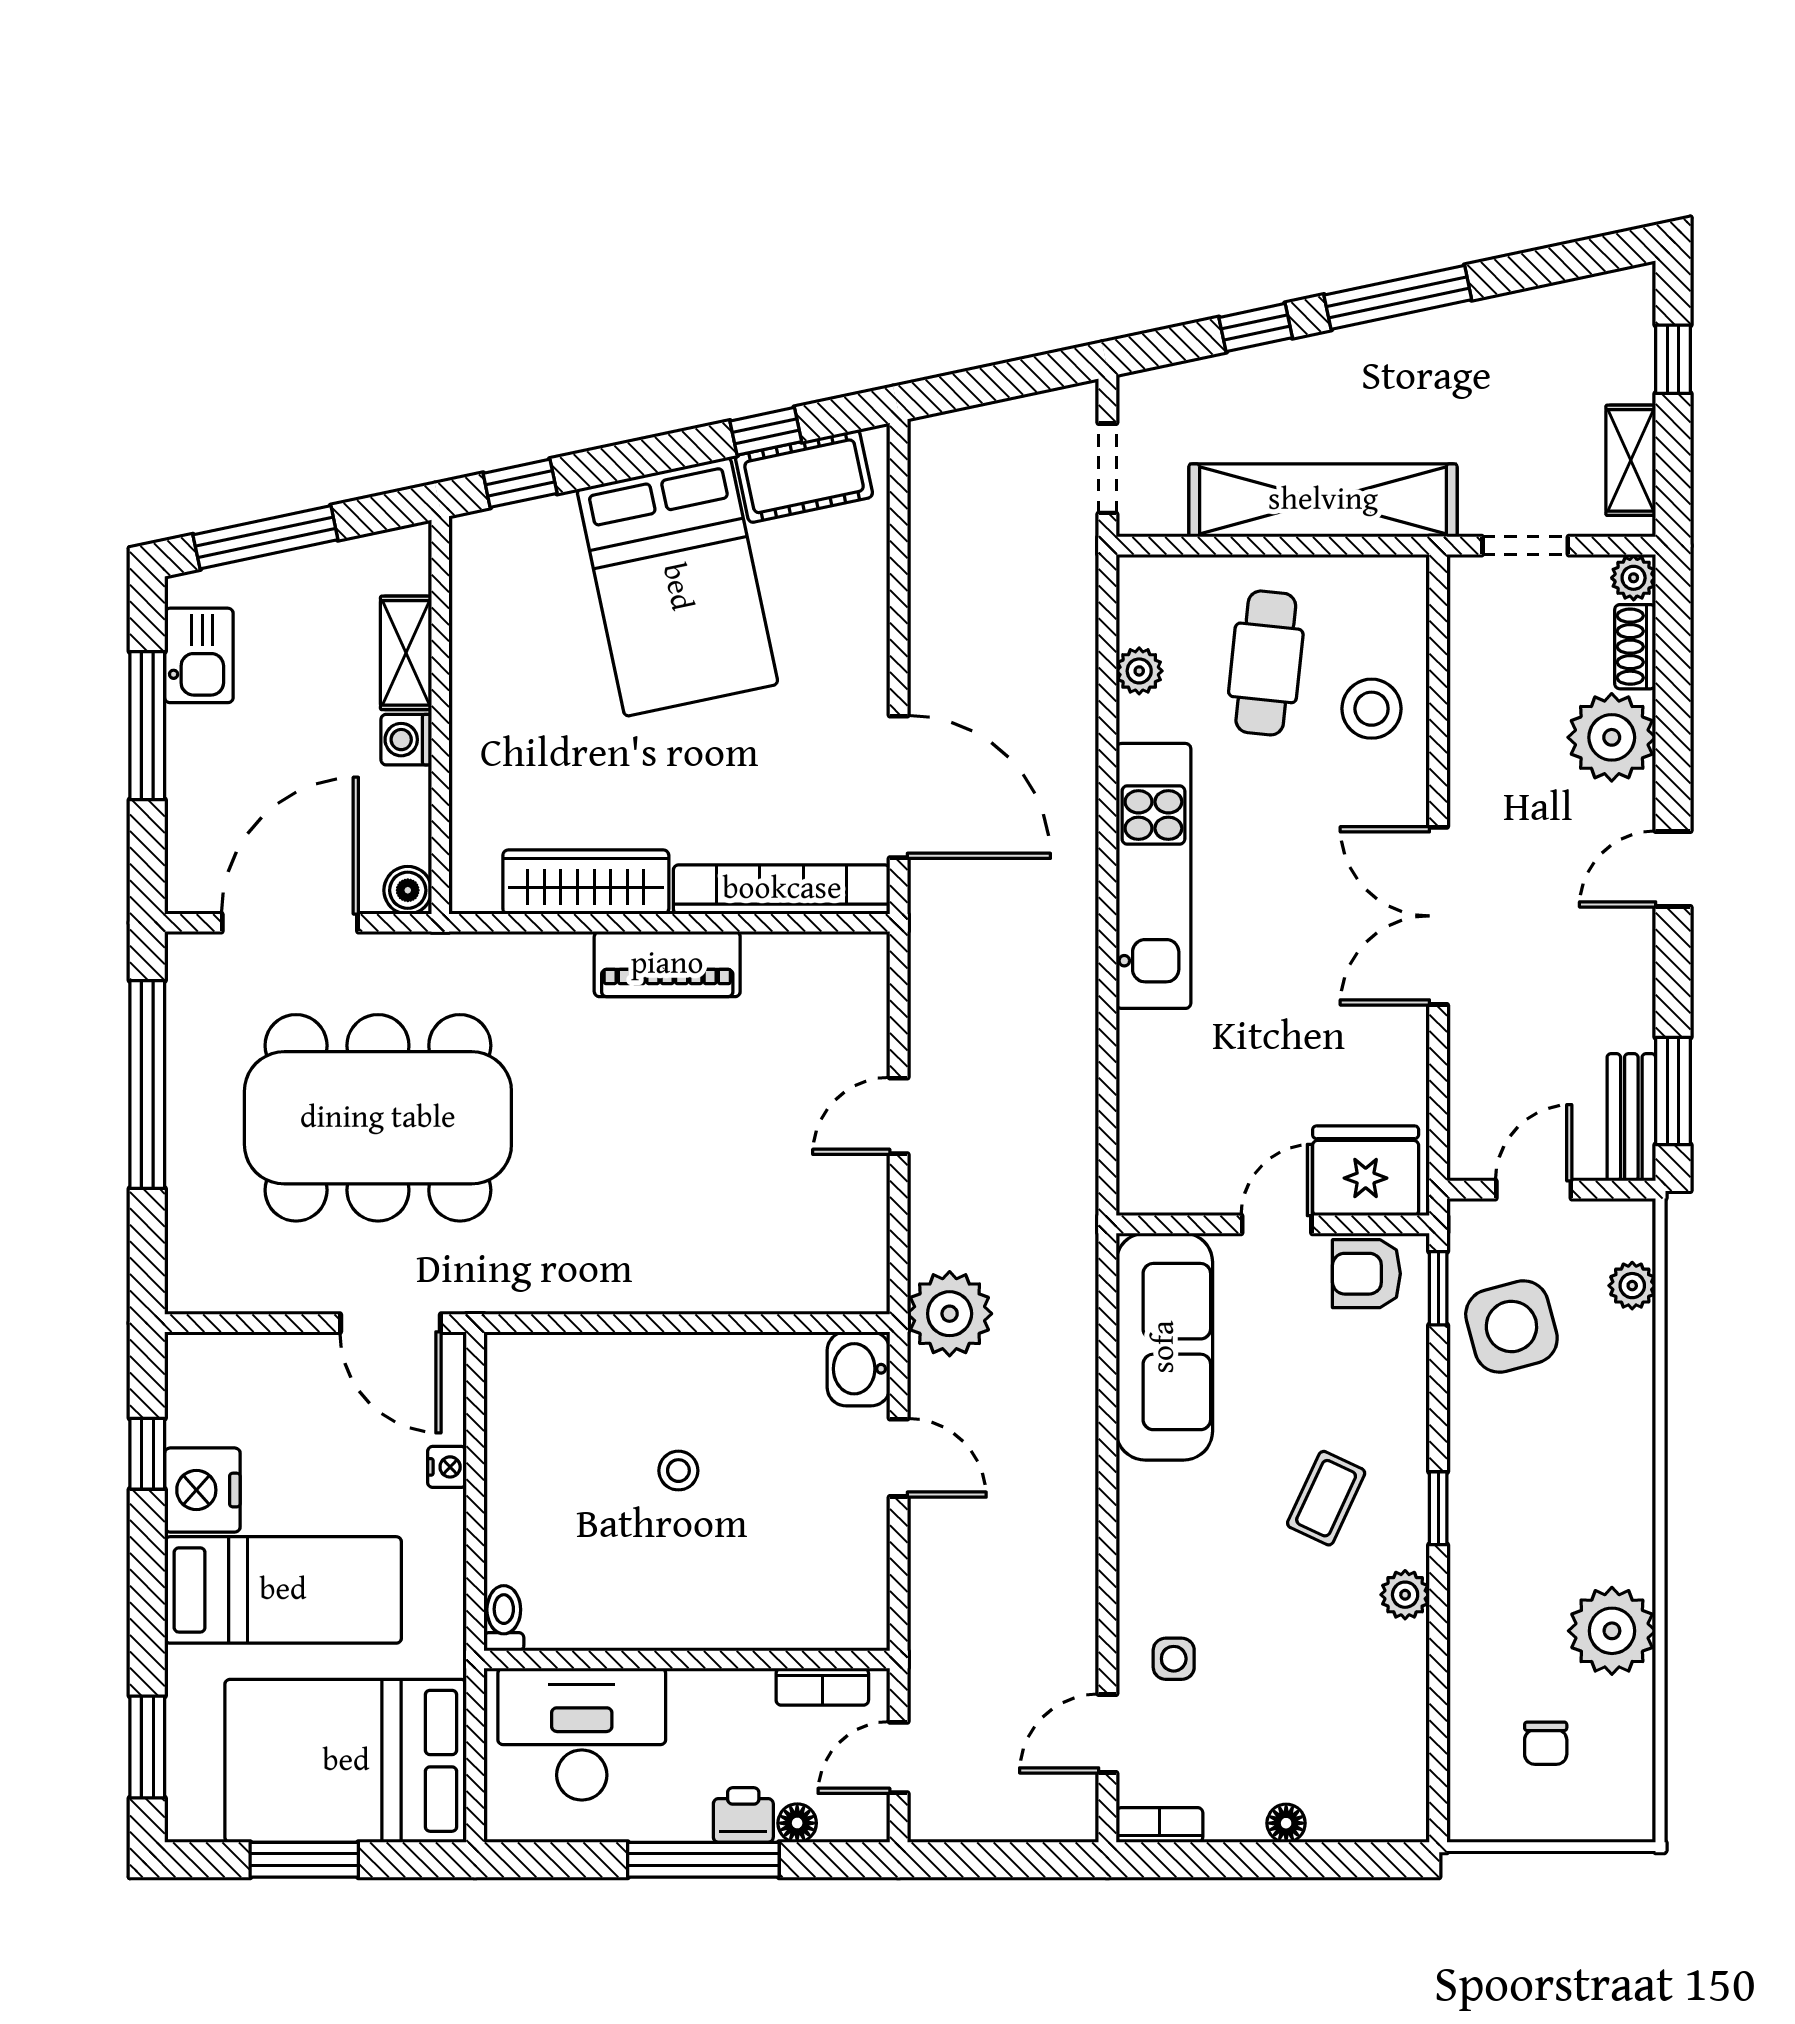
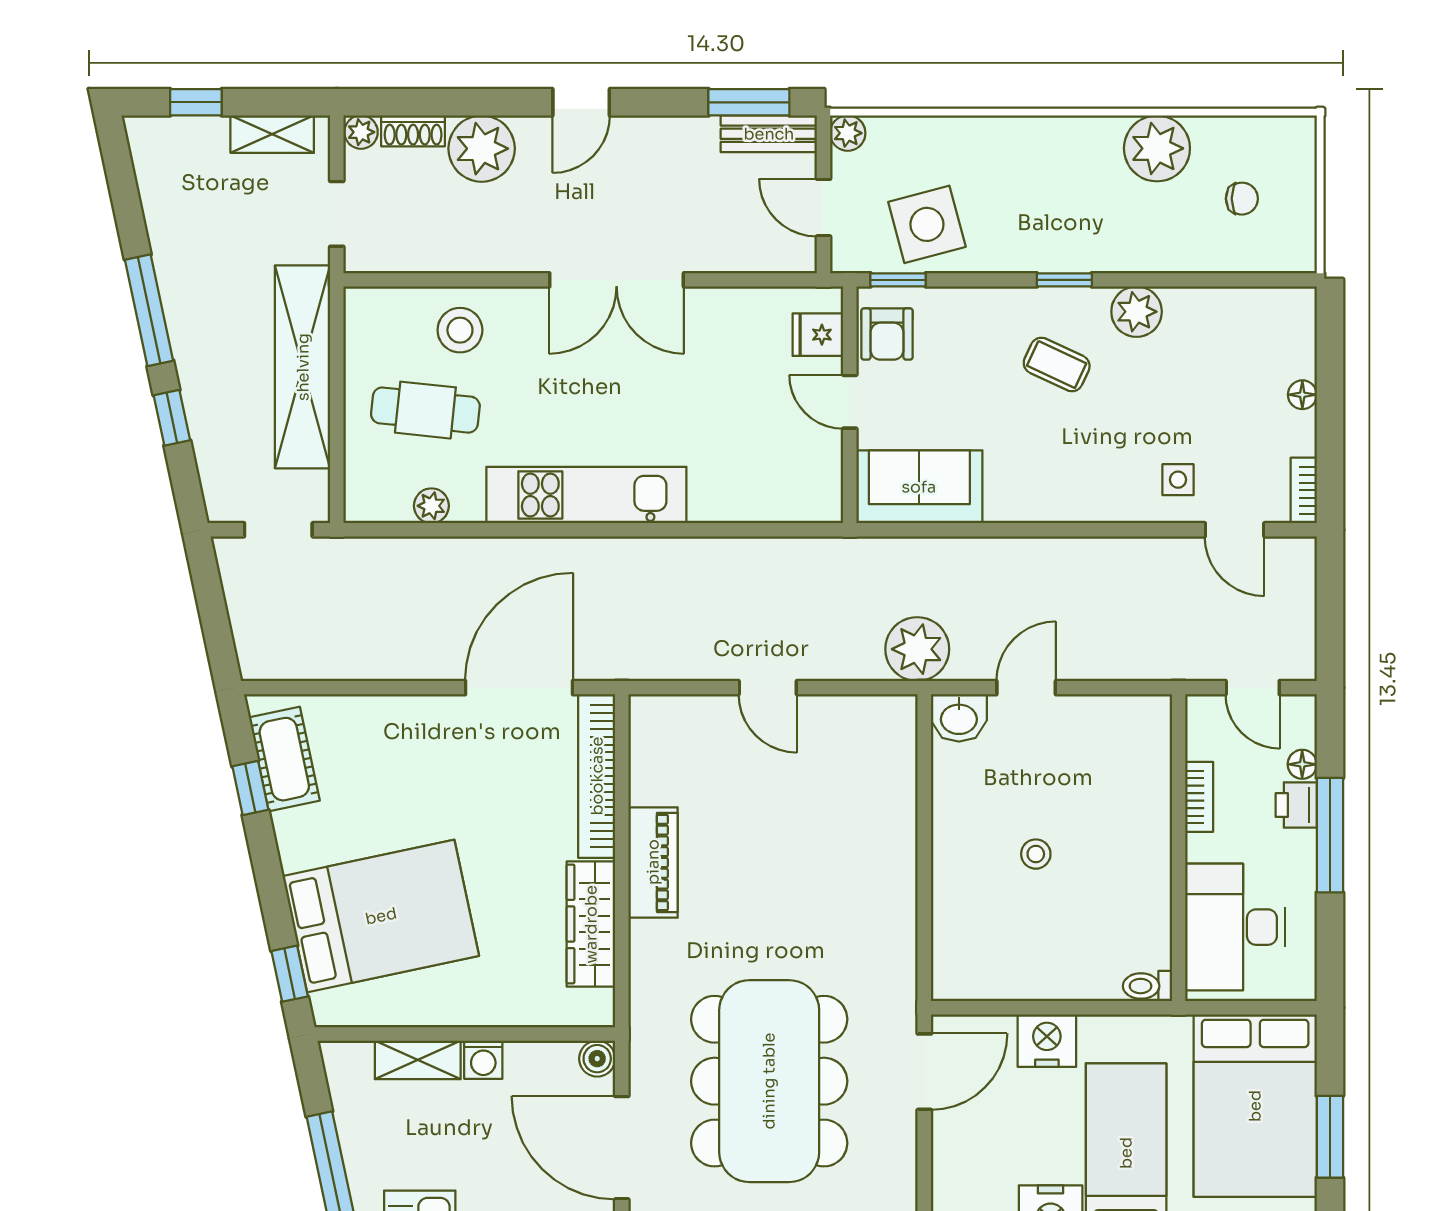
bed: (677, 587) -> (381, 916), moved
door: (1673, 869) -> (581, 102), hinge flipped
fridge: (1366, 1171) -> (818, 335), width x0.53, depth x0.75
plant: (1632, 1286) -> (848, 133), moved
sofa: (1164, 1347) -> (919, 487), width x0.73
nightstand: (447, 1467) -> (1047, 1041), width x1.89, depth x1.79
plant: (1405, 1595) -> (1137, 312), width x1.38, depth x1.38
bookcase: (822, 1687) -> (1199, 797), moved

